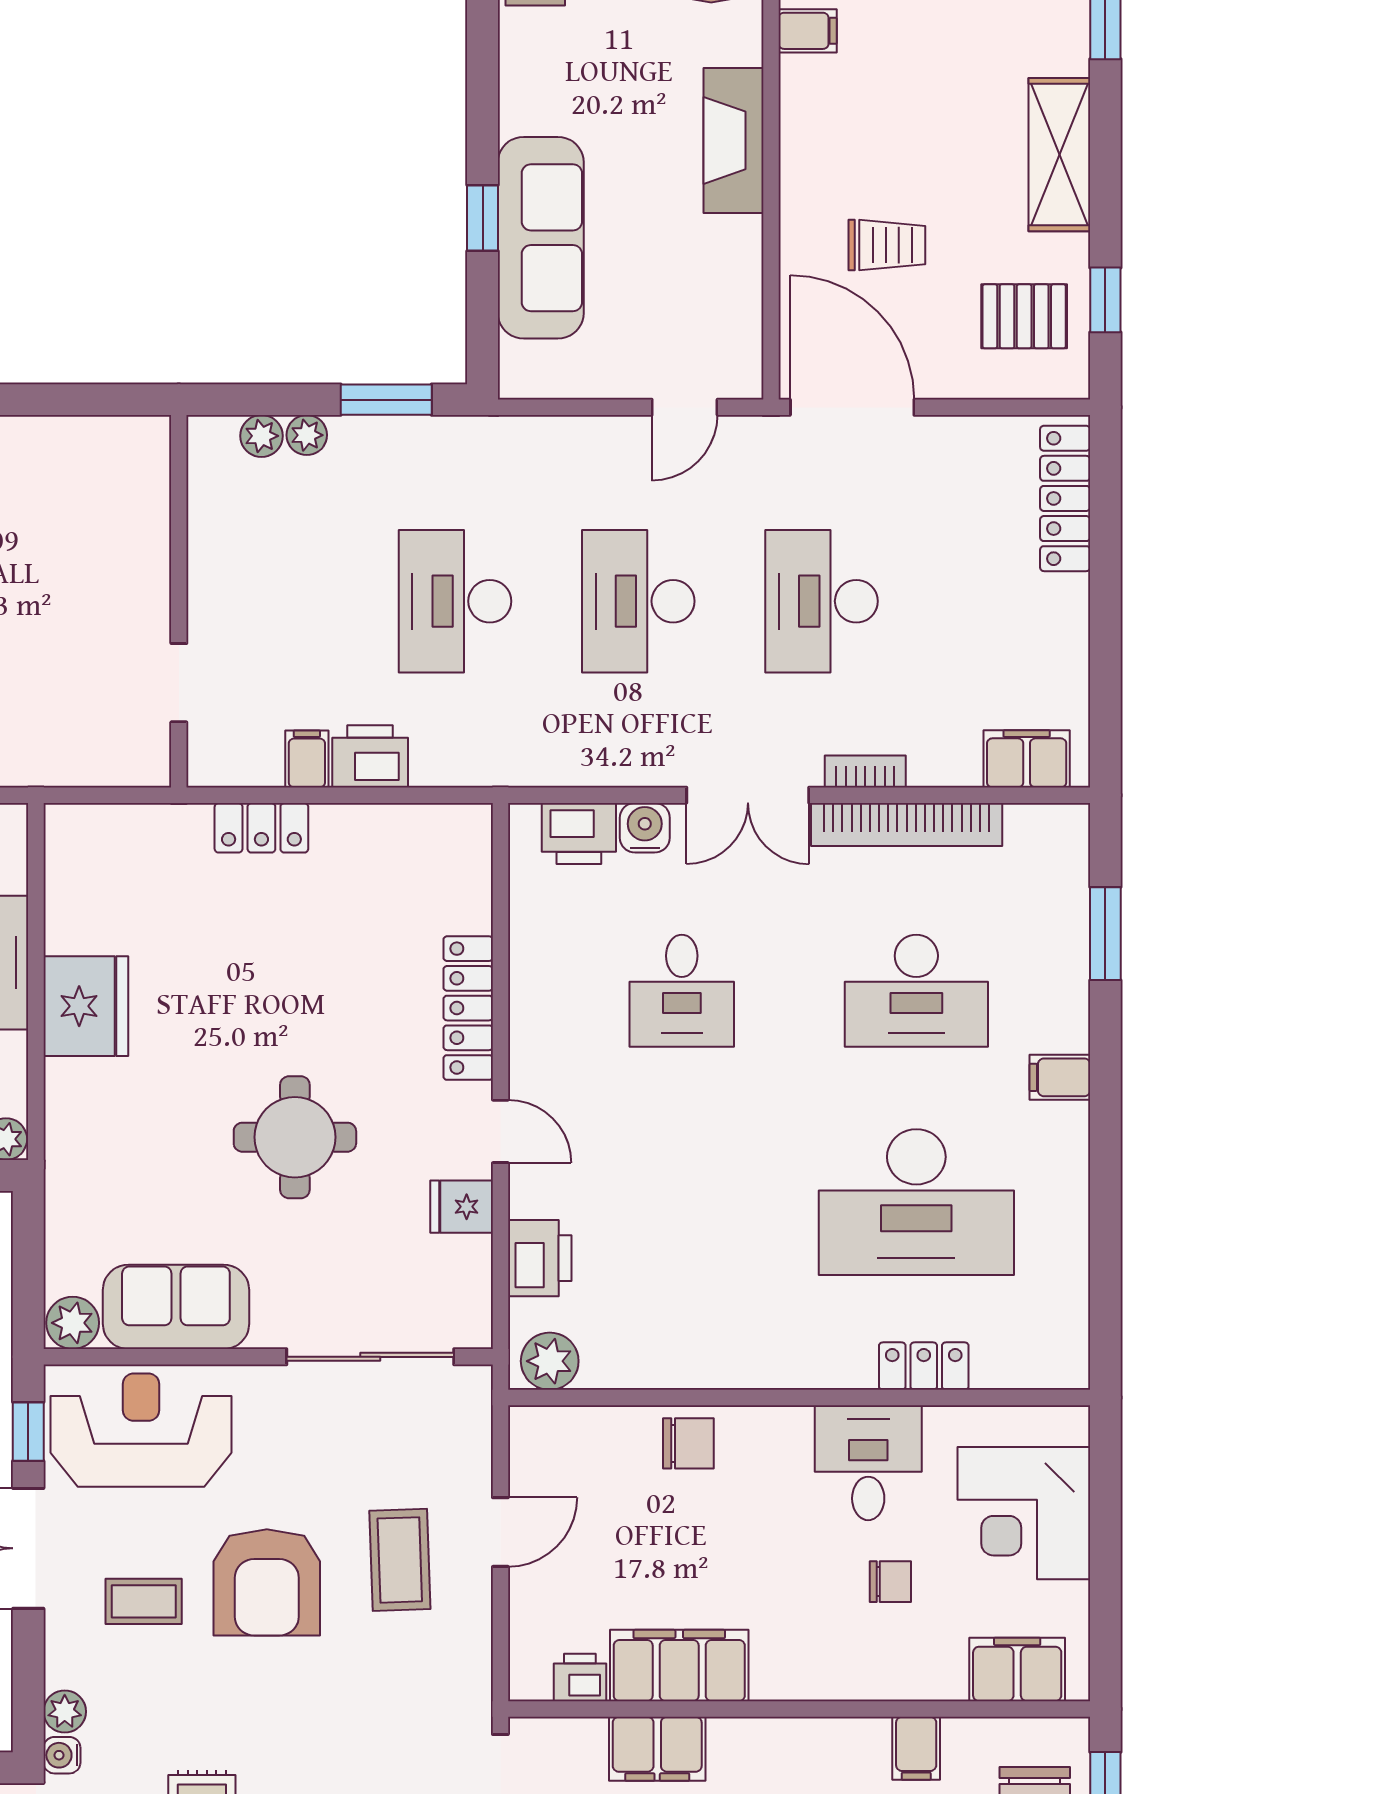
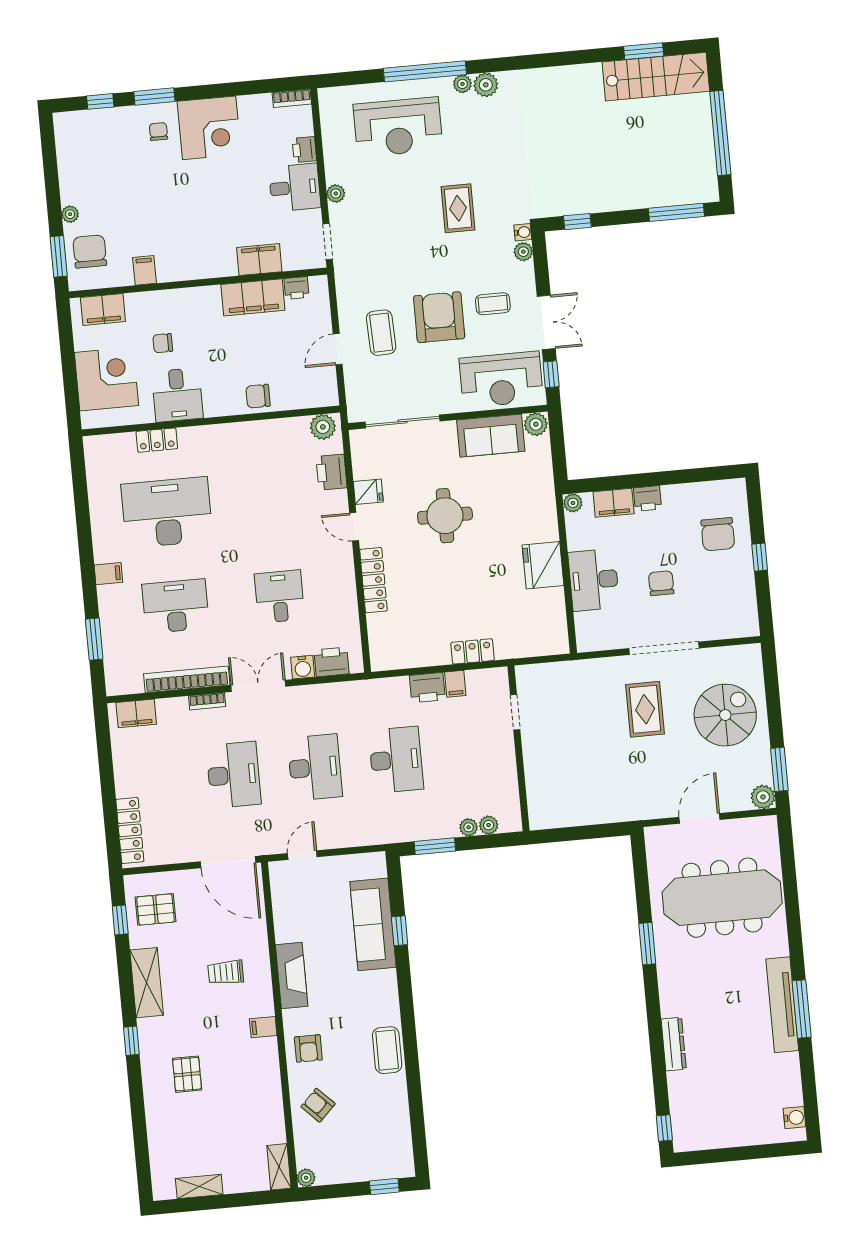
trolley: (887, 245) -> (226, 972), moved

